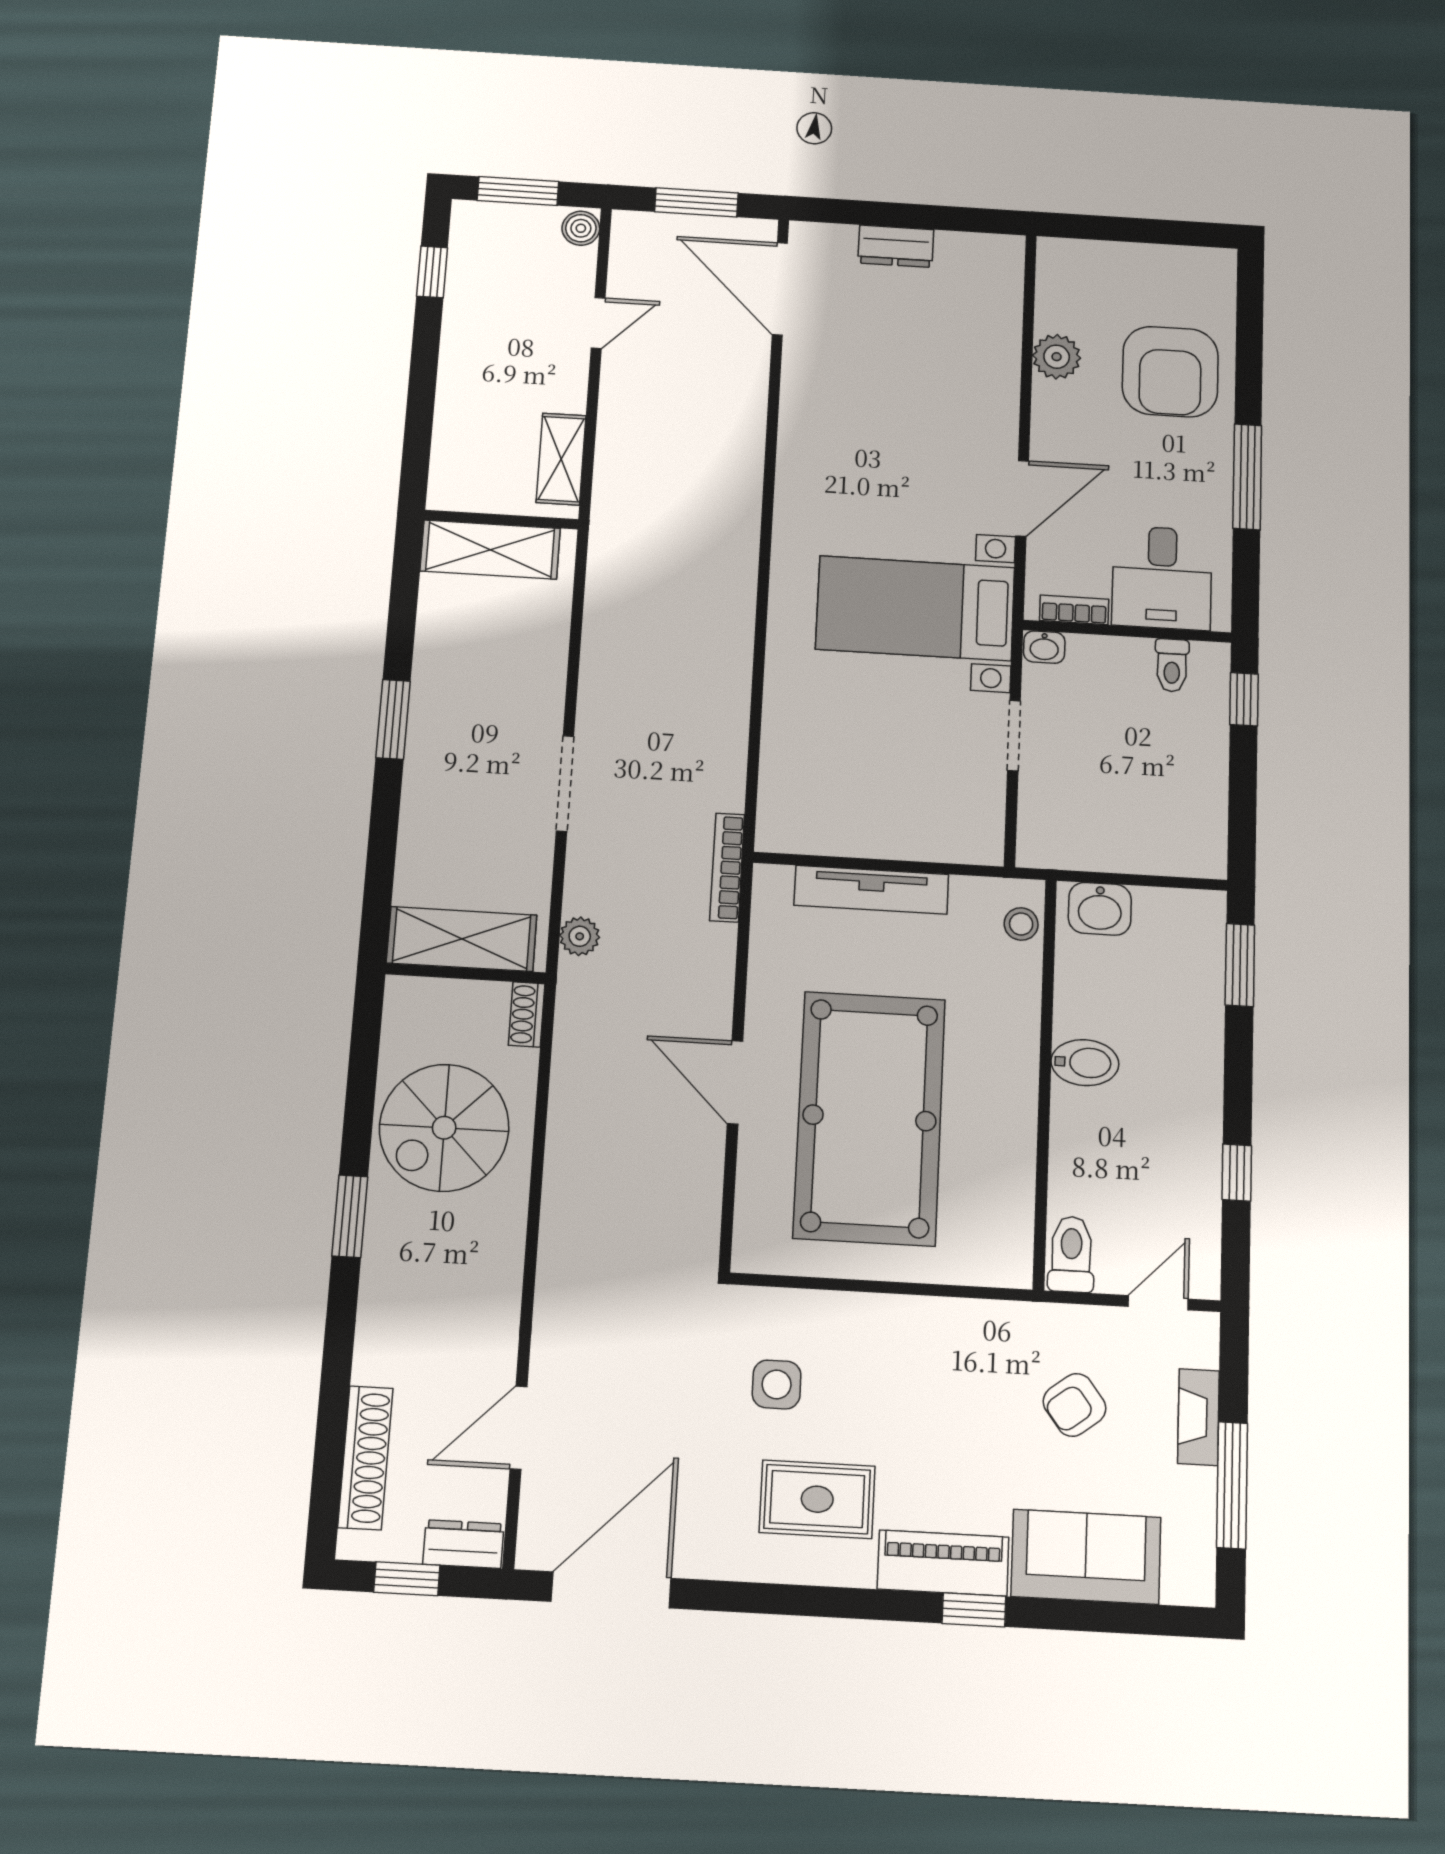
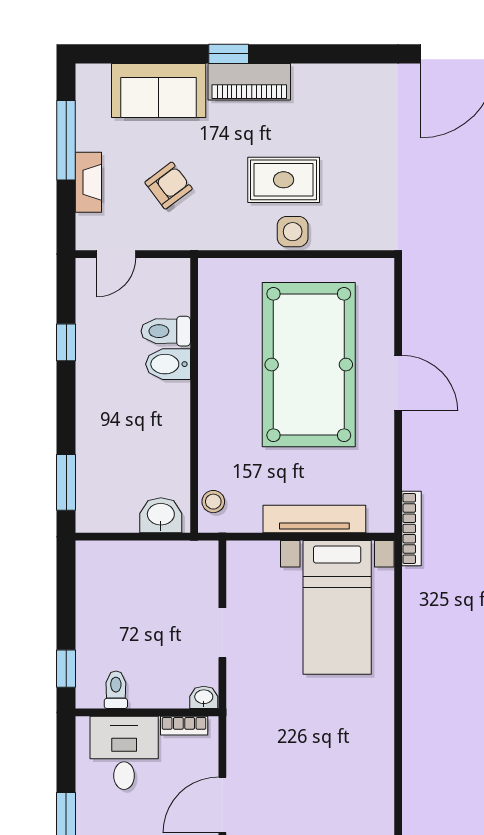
bed with nightstands: (915, 608) -> (337, 607), moved, turned 90
bidet: (1085, 1063) -> (168, 364), moved
toilet: (1071, 1254) -> (166, 331), moved, turned 90
side table: (777, 1384) -> (293, 232), moved
rug: (817, 1499) -> (284, 180), moved

